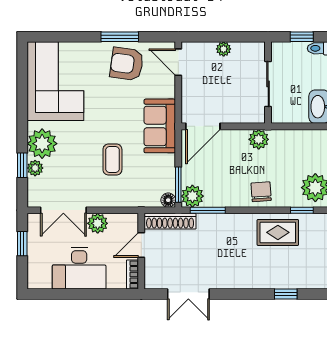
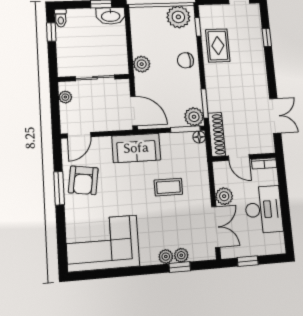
wall: (268, 83) -> (94, 78), moved
sliding door: (268, 84) -> (95, 78), moved
plant: (42, 144) -> (166, 257), width x0.53, depth x0.53

